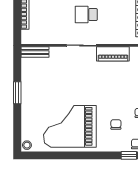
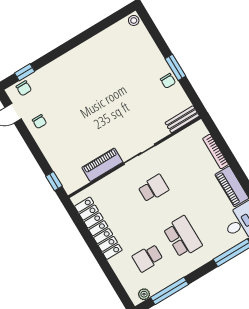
chair: (116, 124) -> (168, 81), moved
grand piano: (70, 126) -> (102, 66), removed

